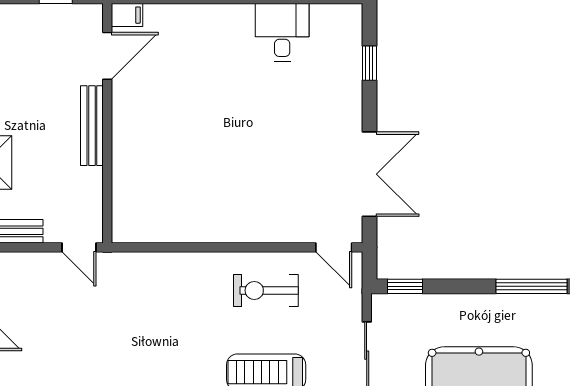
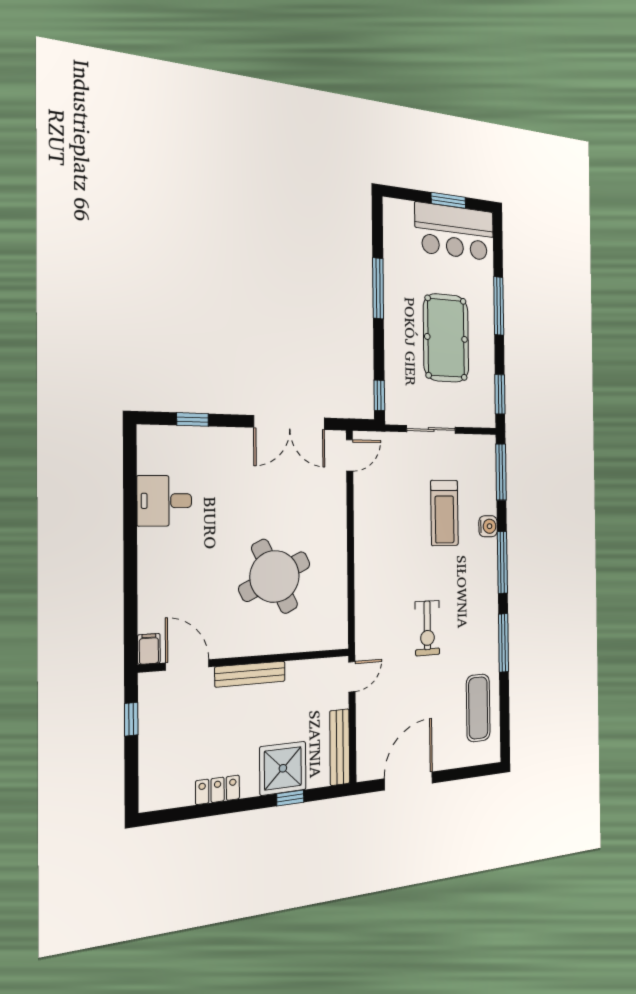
round table: (198, 155) -> (275, 576), added
double door: (369, 174) -> (290, 423), swing flipped
exercise bike: (266, 290) -> (427, 628), moved

